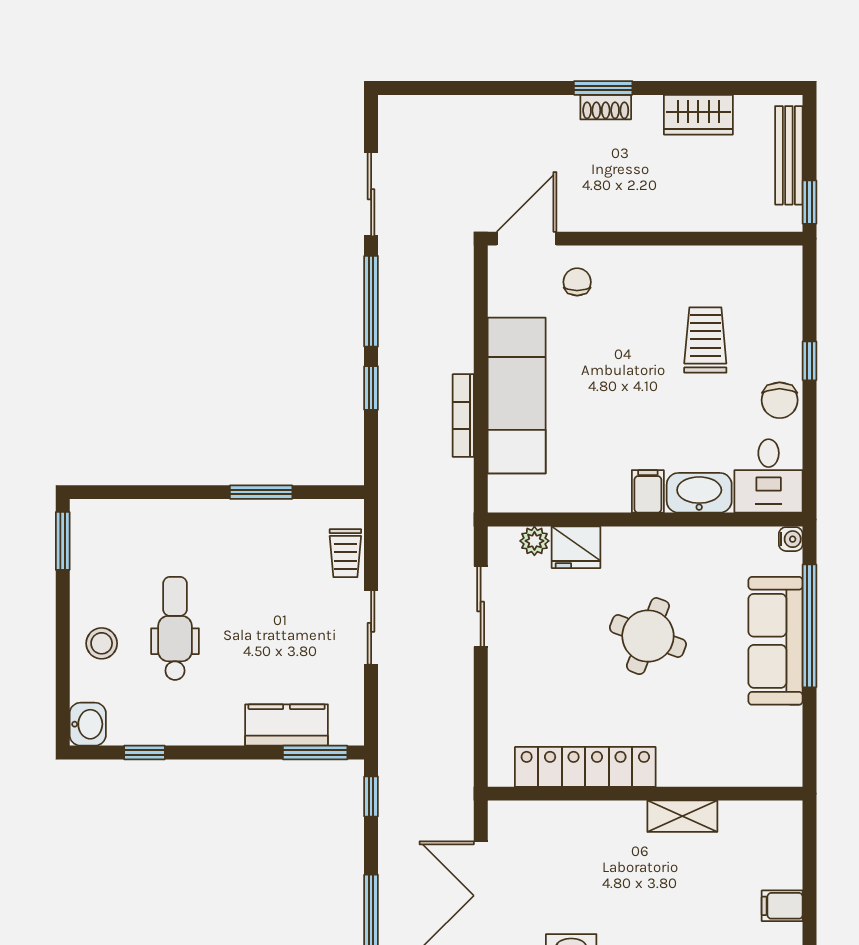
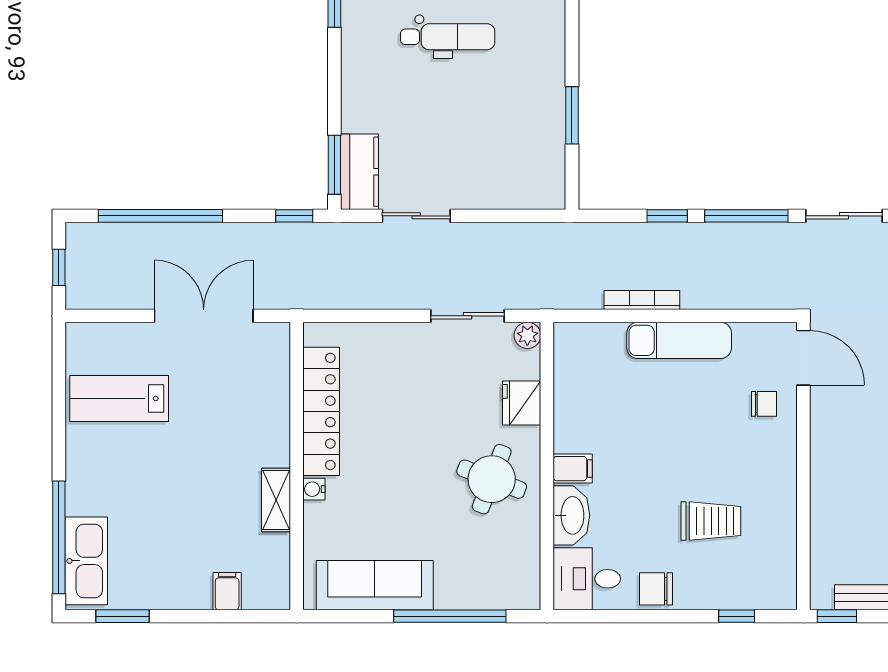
window: (810, 361) -> (737, 616), moved
exam couch: (517, 396) -> (679, 340), width x0.73, depth x0.69
water cooler: (791, 539) -> (314, 489), moved, turned 90
plant: (534, 541) -> (527, 335), moved
trolley: (345, 553) -> (516, 192), removed
sliding door: (371, 627) -> (416, 216), moved
round table: (648, 636) -> (492, 479), moved
sofa: (776, 641) -> (375, 585), moved
kitchen counter: (287, 725) -> (359, 172), moved
filing cabinet: (782, 906) -> (227, 591), moved

